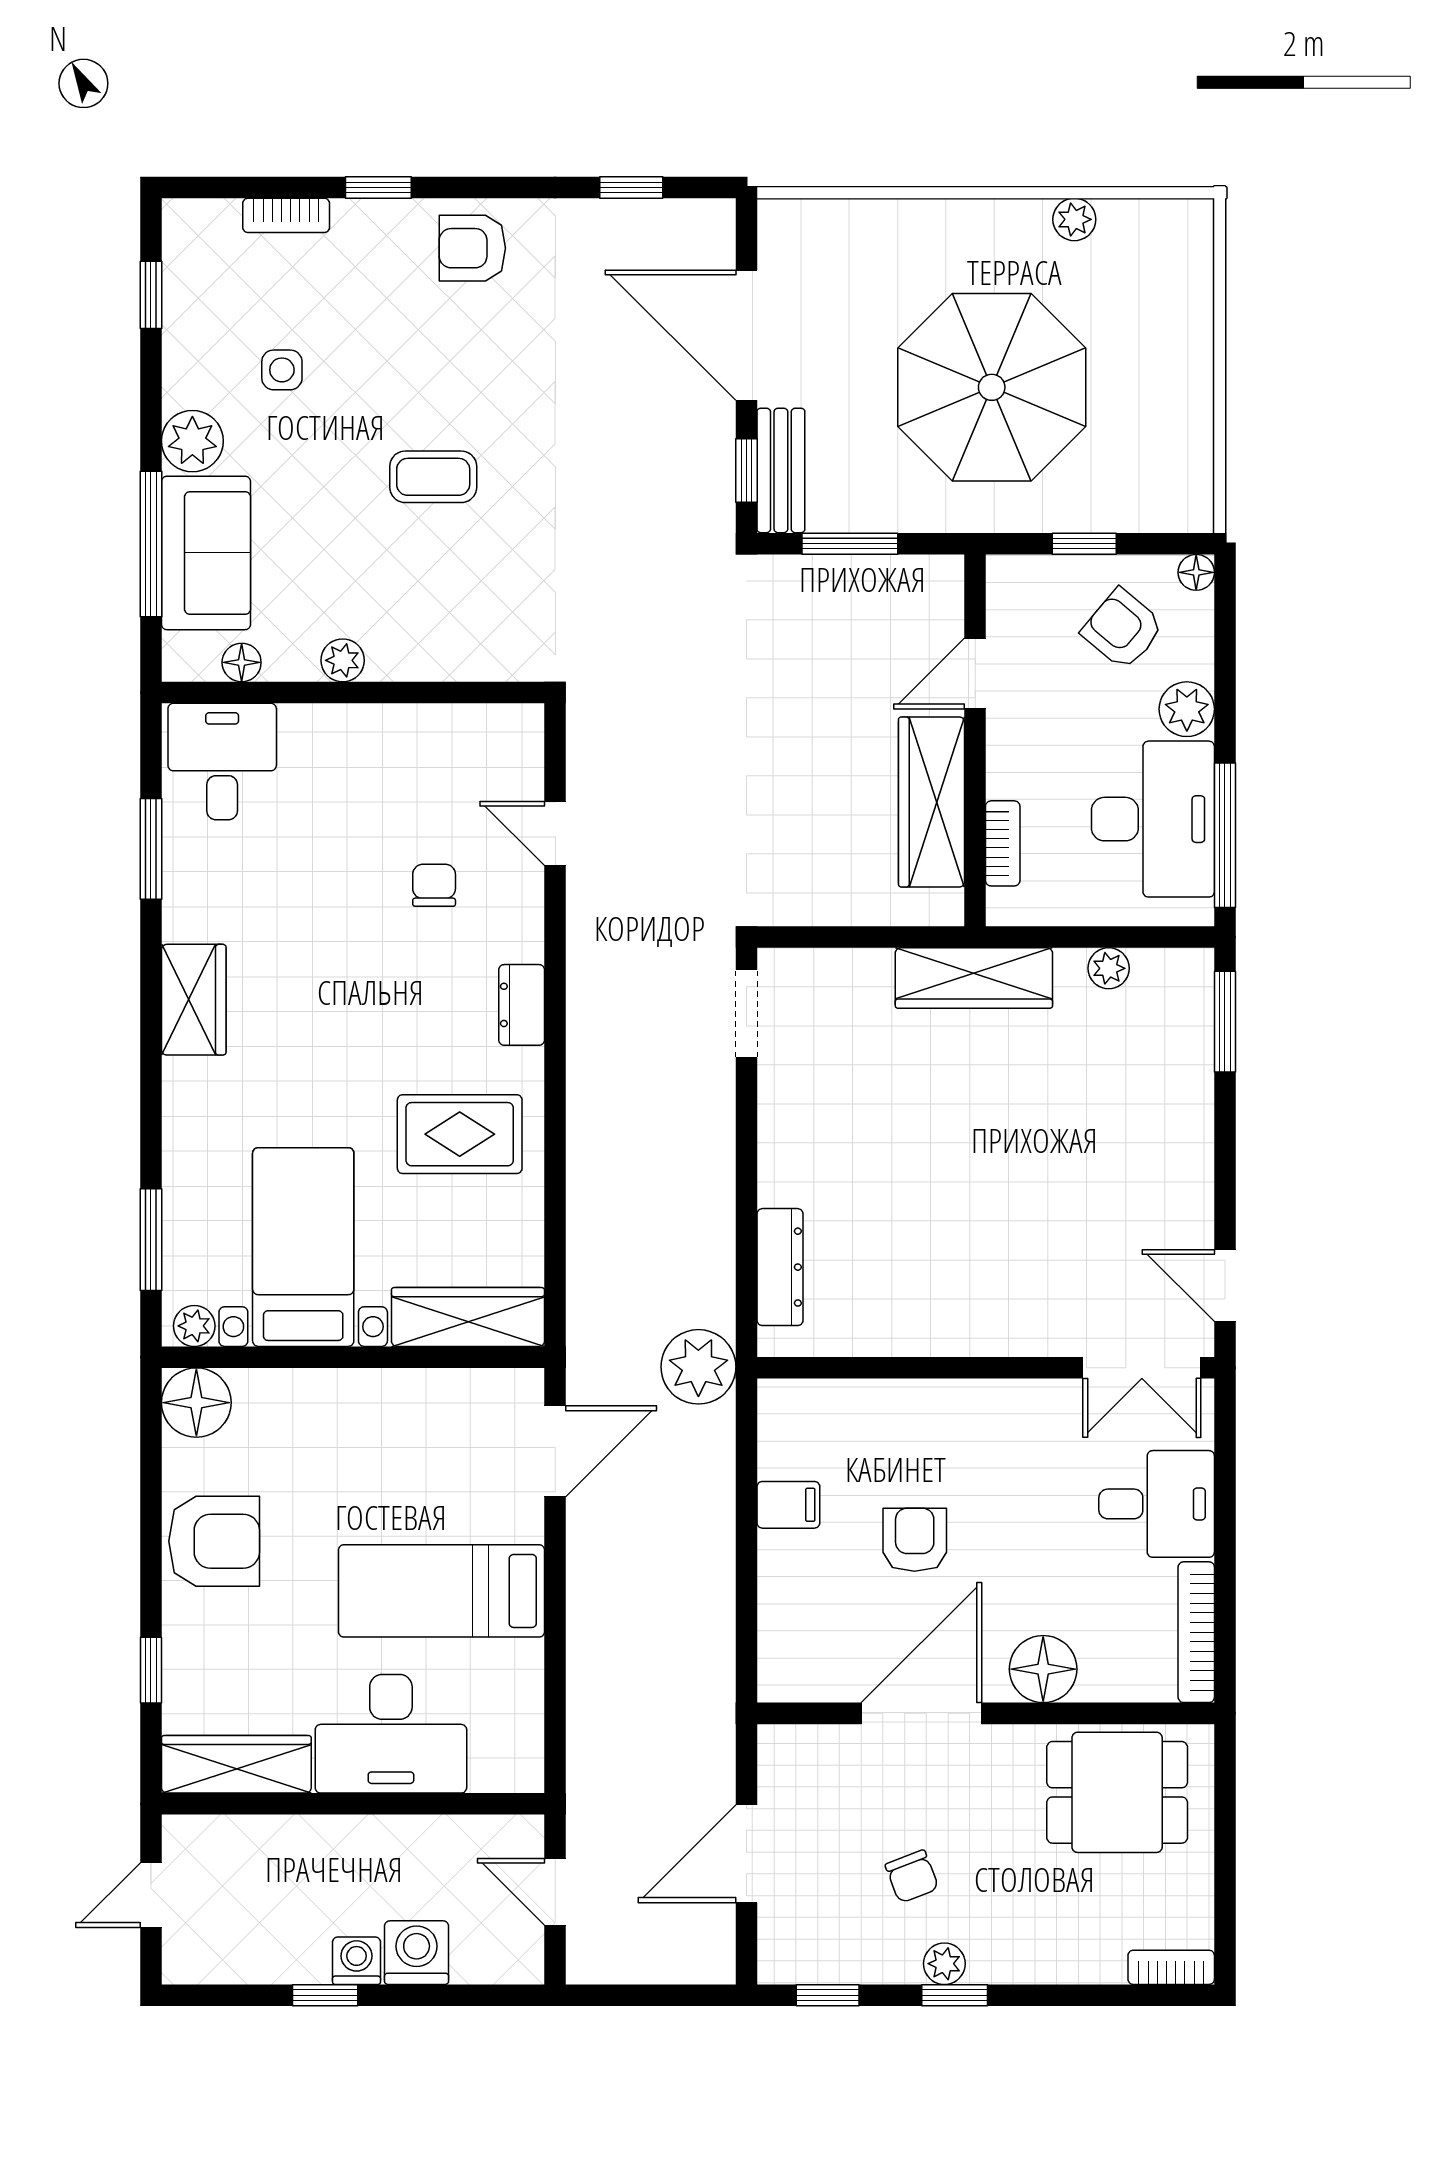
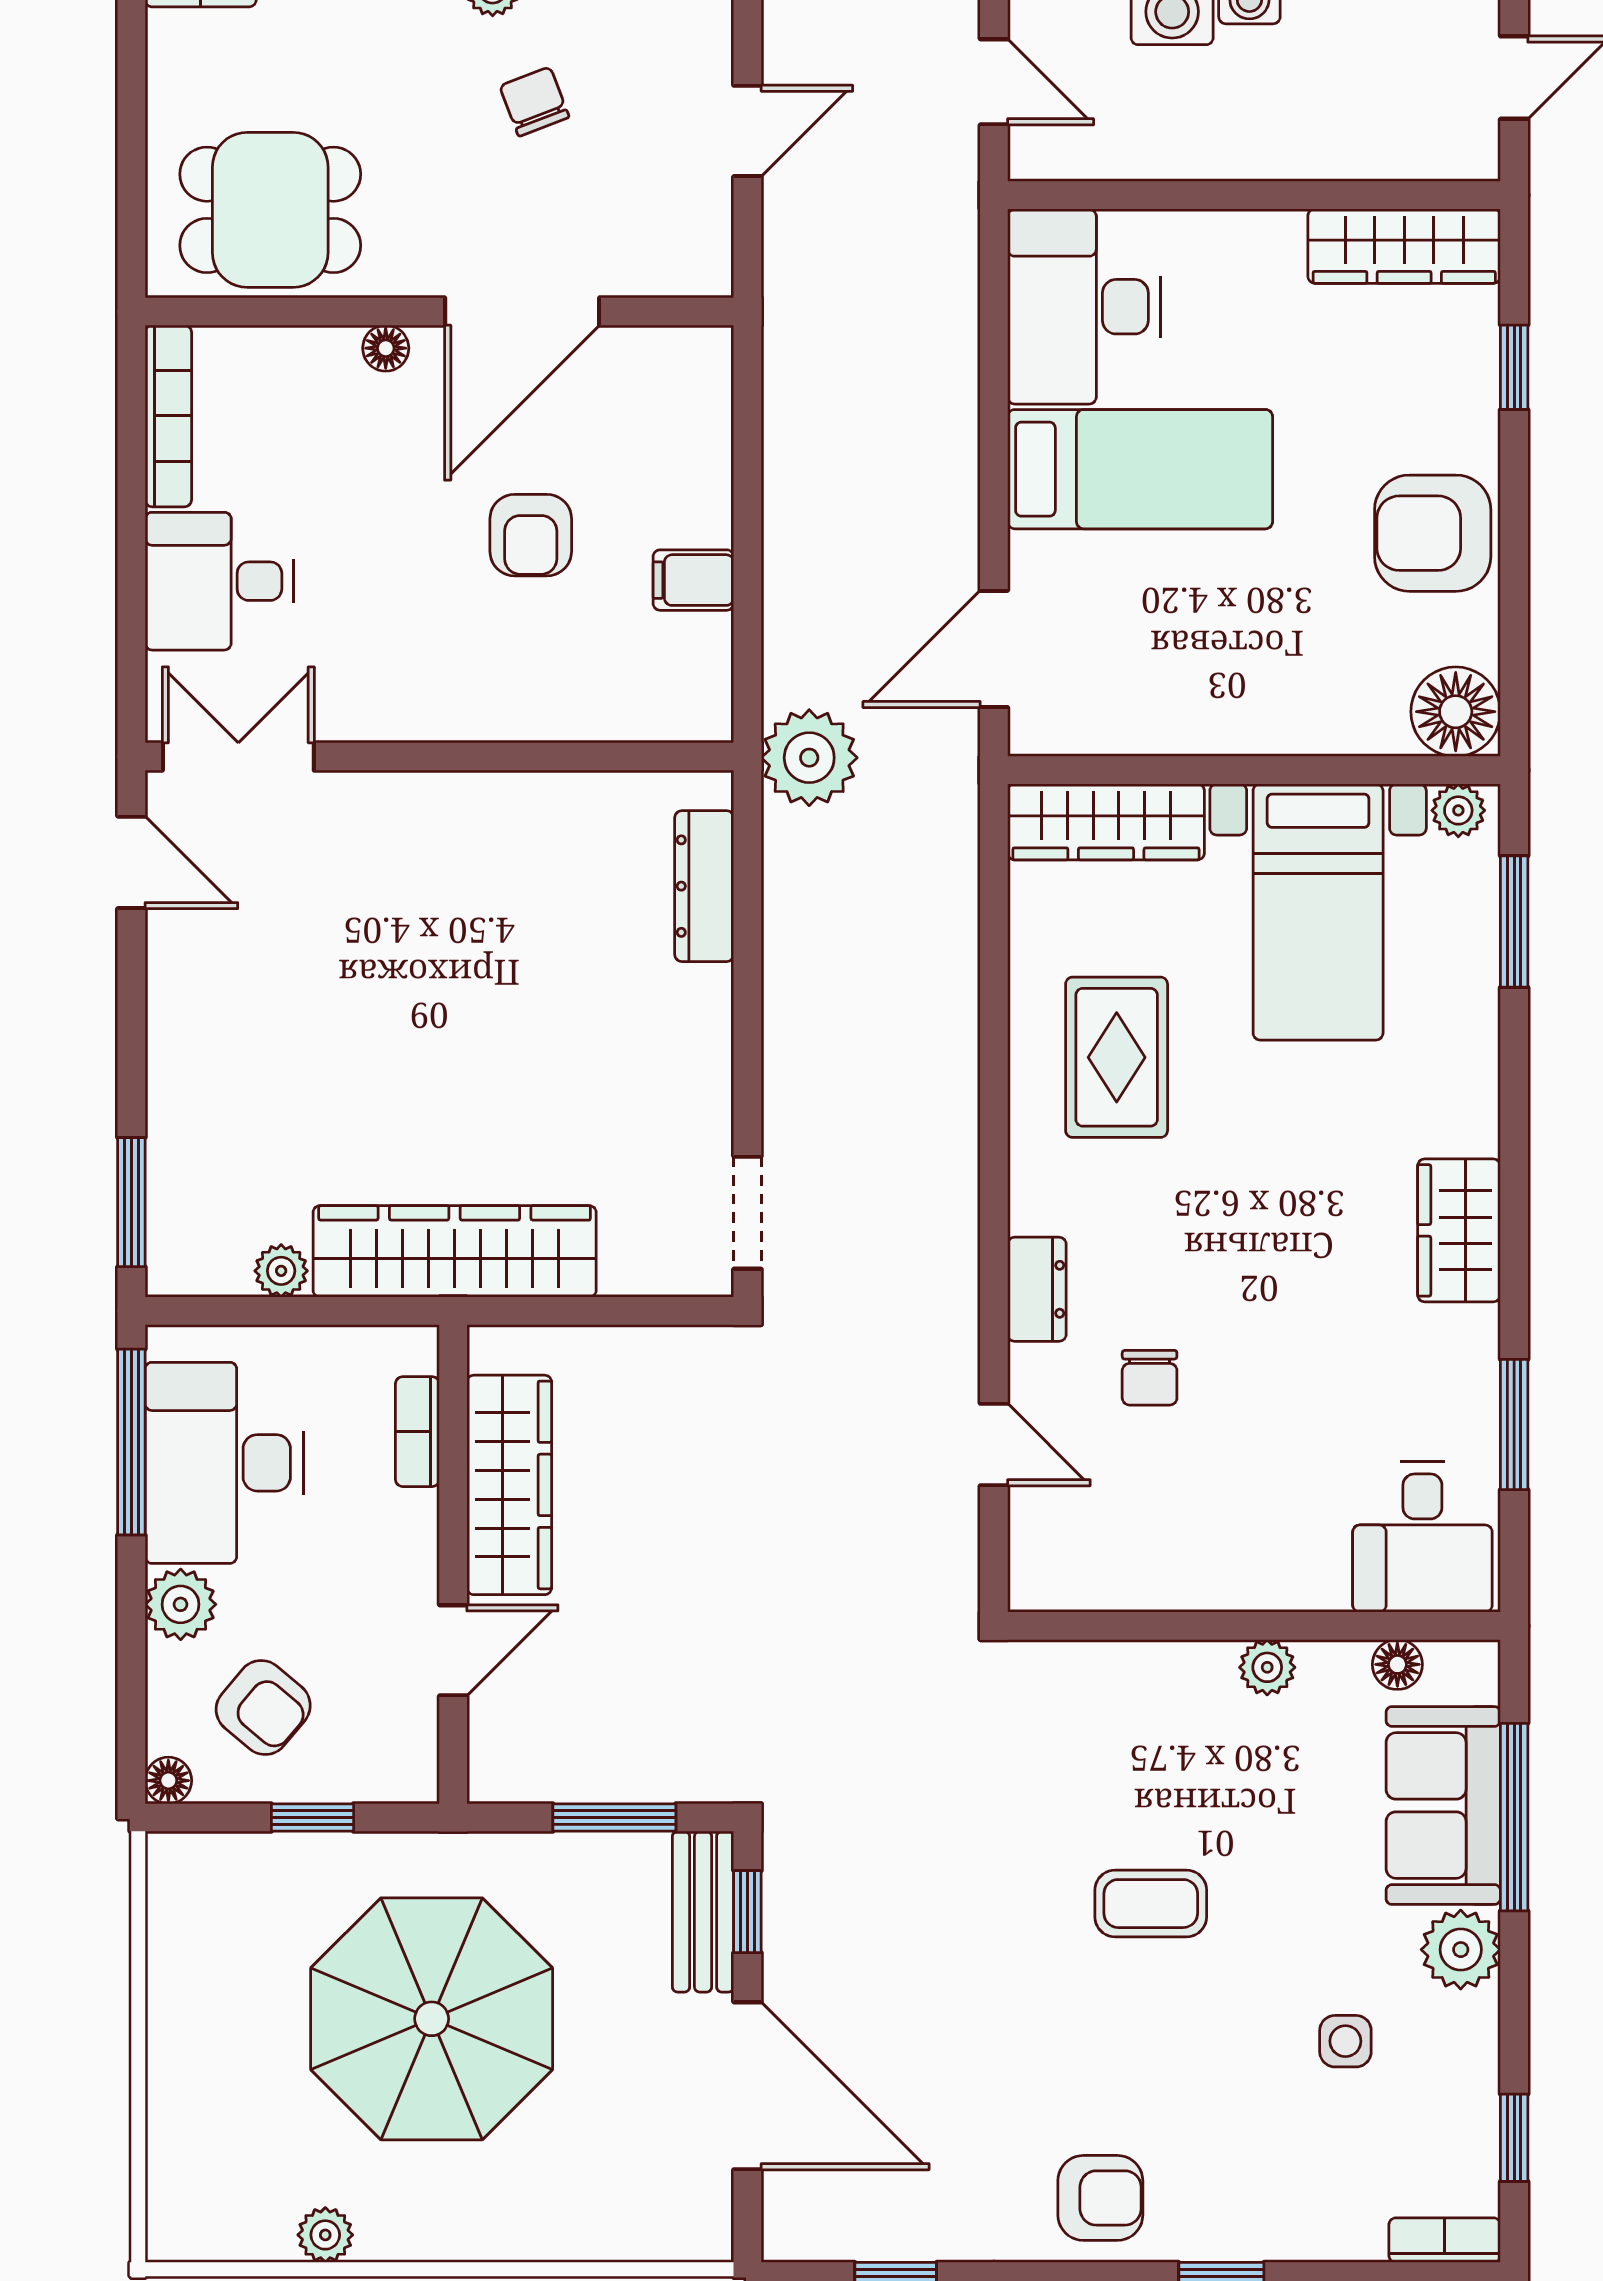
bookcase: (286, 215) -> (1445, 2240), moved
wardrobe: (974, 978) -> (455, 1251), width x1.40, depth x1.17
dresser: (522, 1005) -> (1037, 1289), moved
rug: (460, 1134) -> (1117, 1057), turned 90
floor lamp: (1043, 1669) -> (386, 348), width x0.53, depth x0.53
desk: (391, 1734) -> (1084, 307), moved, turned -90
door: (746, 1854) -> (747, 131), width x0.73

